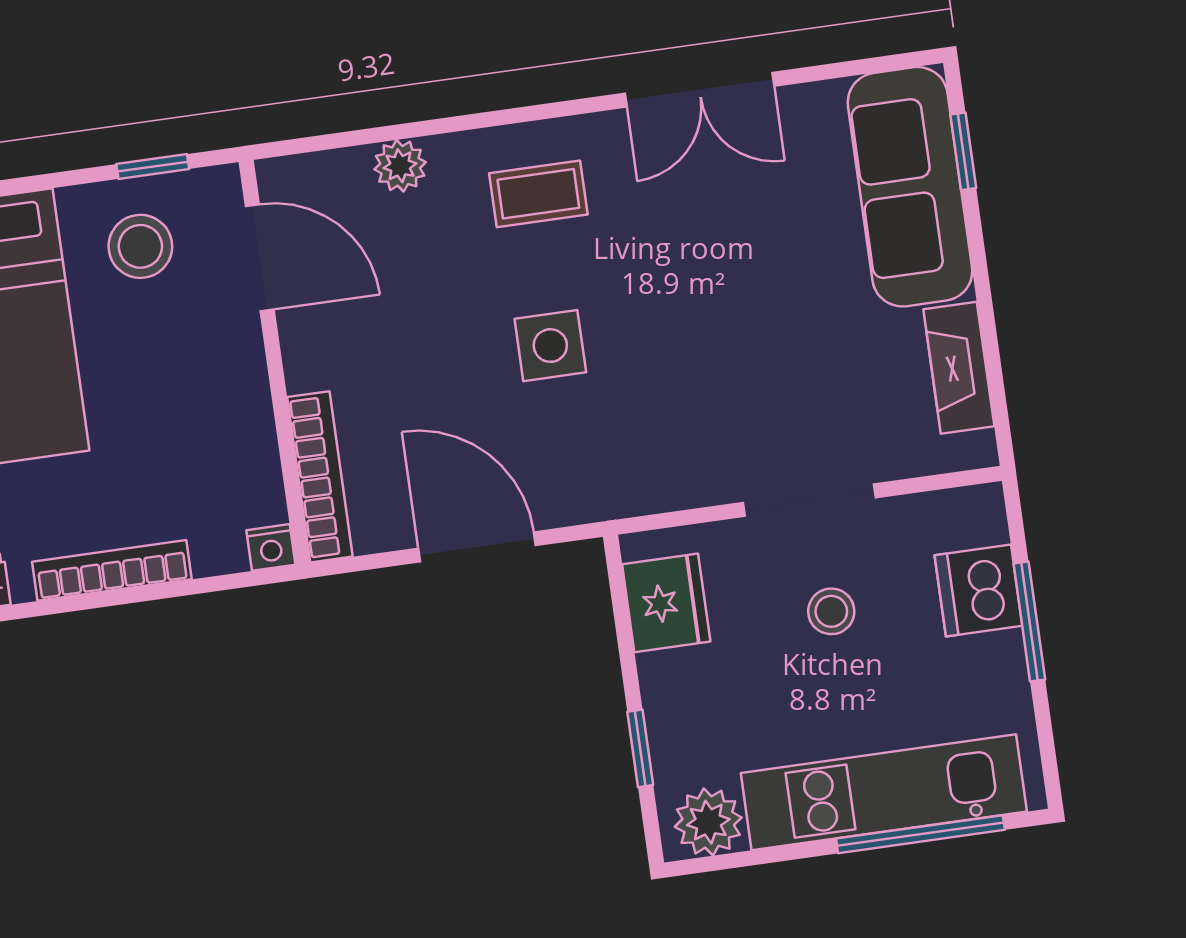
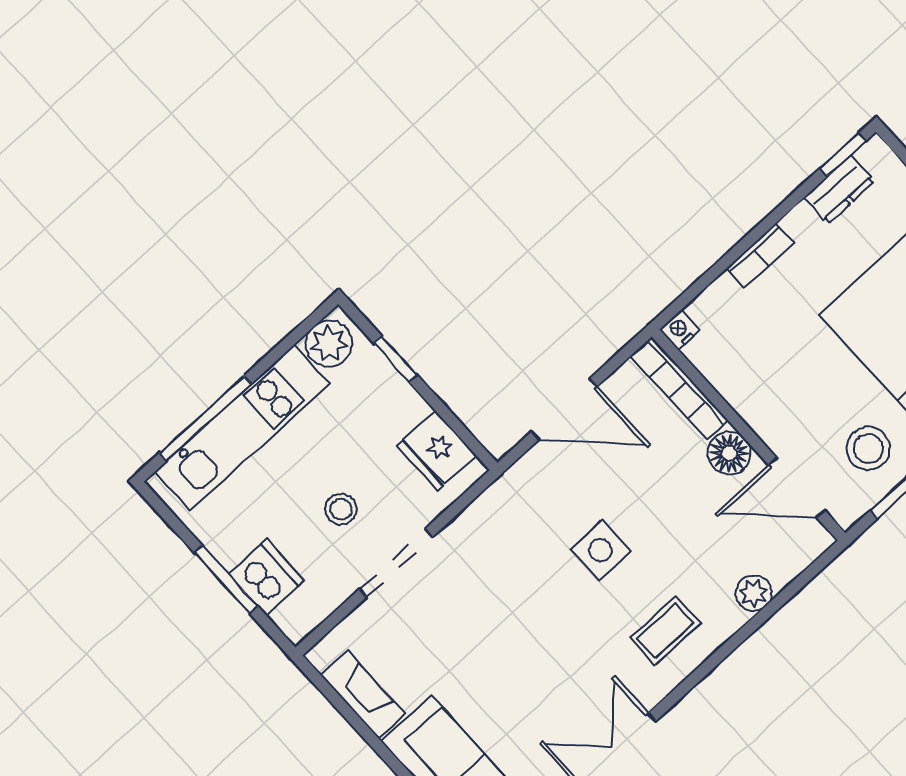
floor lamp: (313, 356) -> (729, 453), added
bookcase: (112, 570) -> (760, 256), width x0.64

